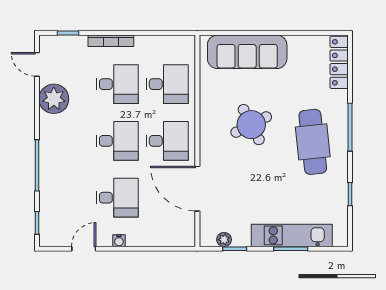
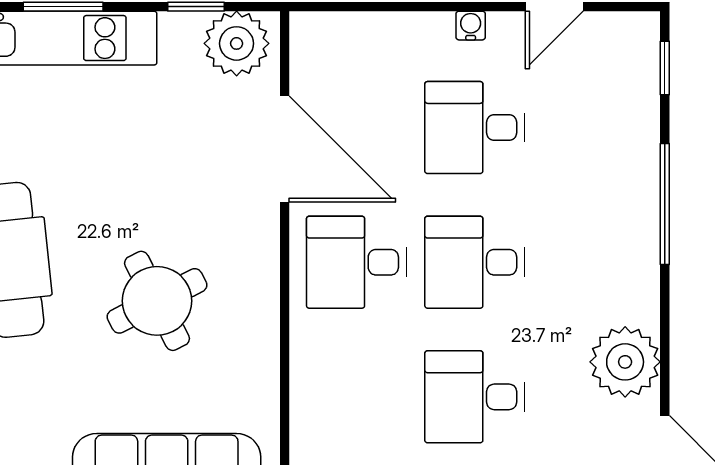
desk: (167, 84) -> (356, 397), removed
plant: (224, 240) -> (237, 43), width x1.87, depth x1.87

